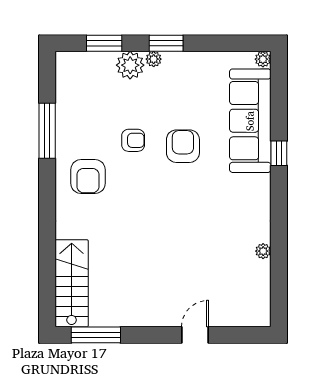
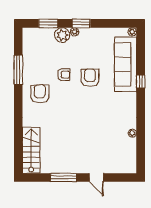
armchair: (88, 177) -> (40, 94), turned 180
window: (96, 335) -> (64, 177), moved
door: (195, 335) -> (96, 177), swing flipped

